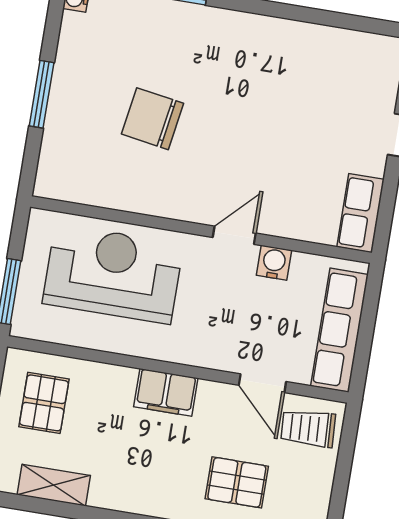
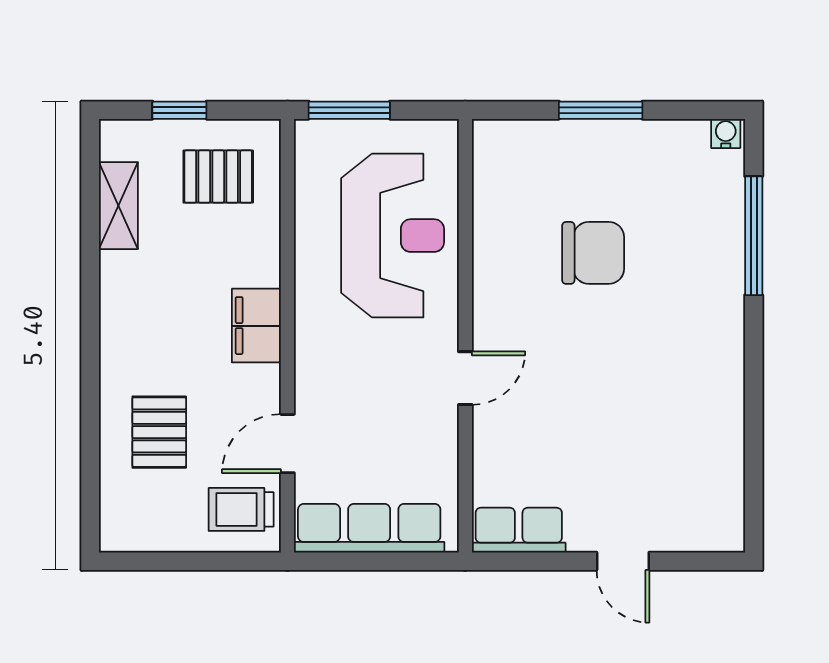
chair: (153, 119) -> (593, 253), turned 81
door: (234, 235) -> (465, 378), hinge flipped
water cooler: (274, 263) -> (439, 433), removed
trolley: (308, 428) -> (241, 509), turned -87

